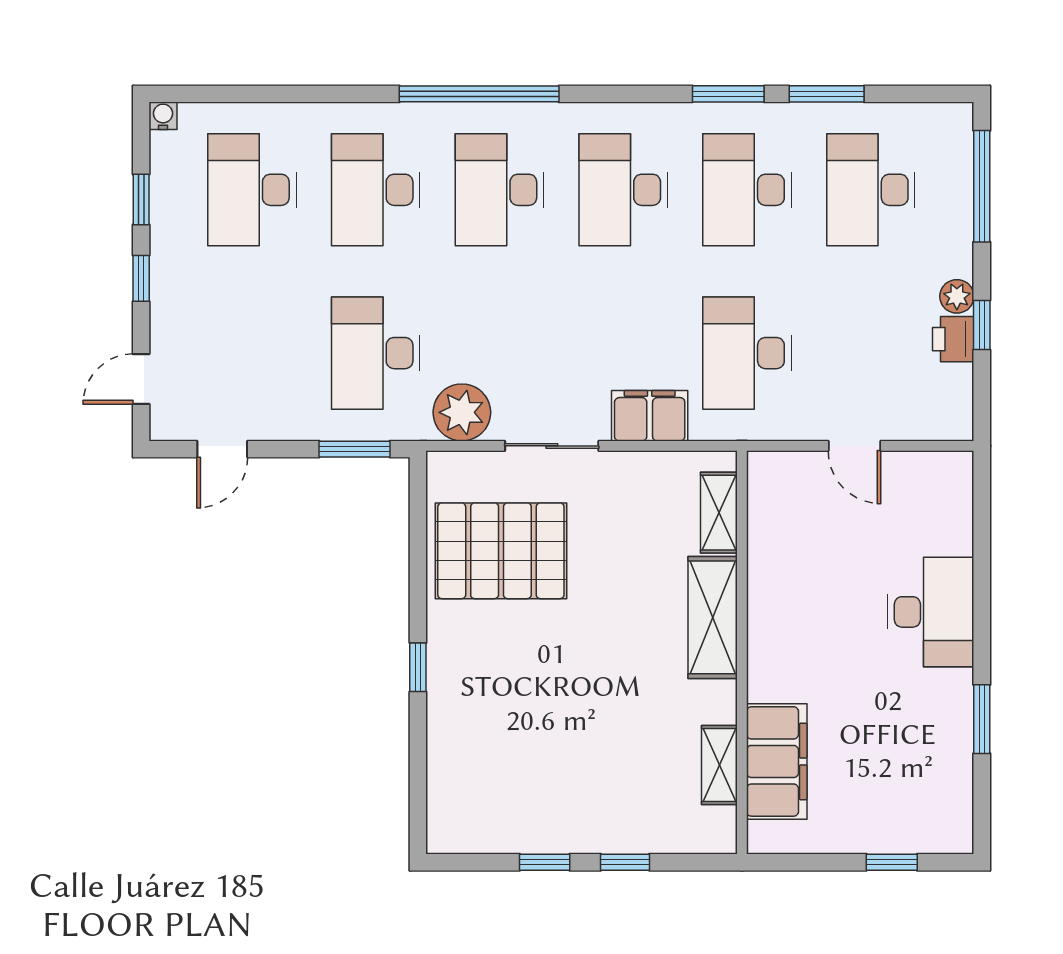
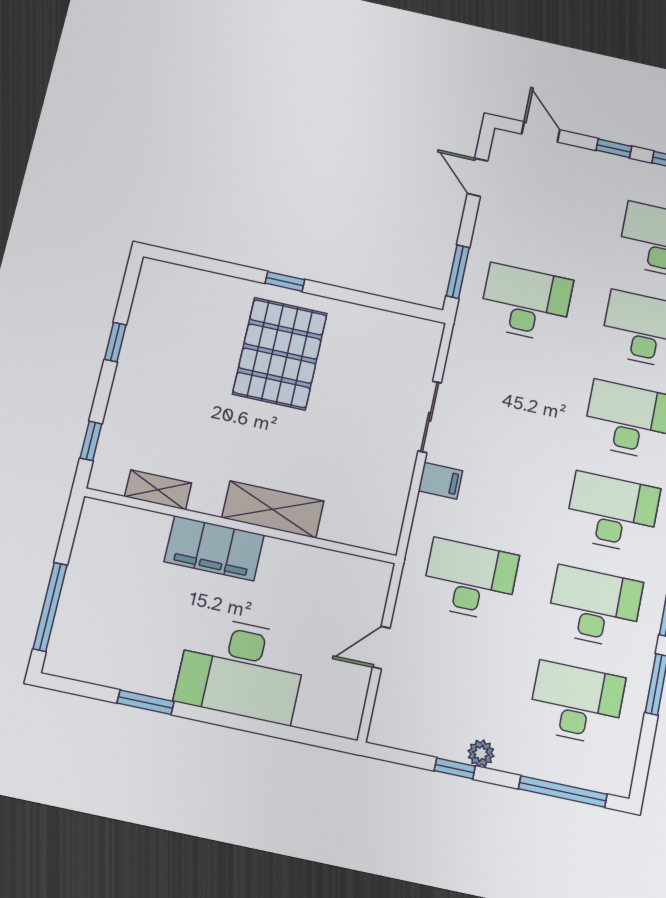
printer: (953, 339) -> (448, 743), removed
plant: (462, 412) -> (469, 356), removed
filing cabinet: (650, 416) -> (440, 481), width x0.50
shelving: (719, 513) -> (352, 532), removed
pallet: (501, 551) -> (280, 354), moved
desk: (931, 612) -> (241, 670), width x1.36, depth x1.30
filing cabinet: (777, 761) -> (214, 548), moved
window: (625, 862) -> (91, 441), moved
window: (892, 862) -> (50, 607), width x2.17

